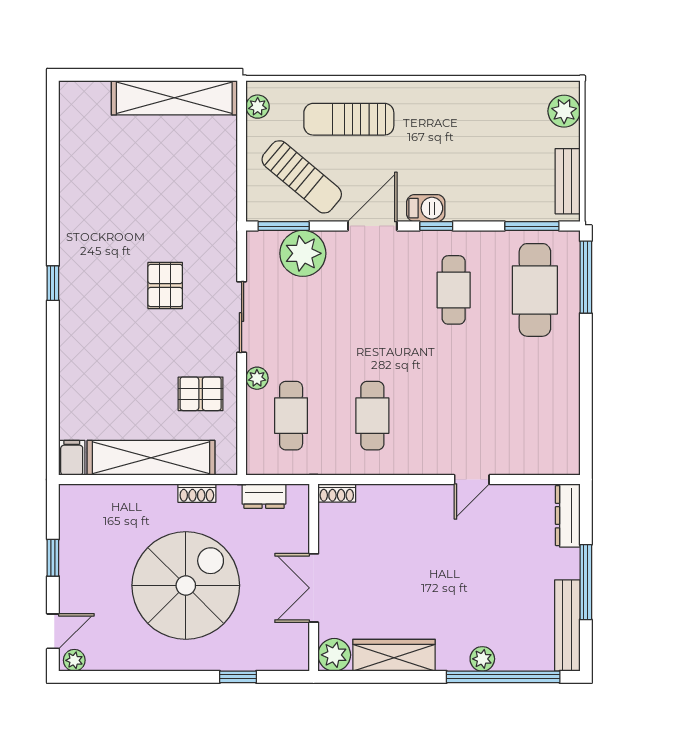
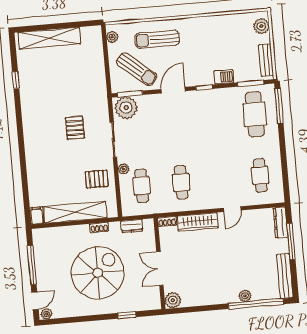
shelving: (174, 98) -> (49, 38), moved
barbecue: (426, 208) -> (224, 77), moved
plant: (303, 253) -> (126, 108), moved
window: (53, 283) -> (16, 80), moved
cafe table: (454, 290) -> (260, 175), moved
window: (53, 558) -> (32, 265), width x2.17
window: (586, 582) -> (291, 241), moved
wardrobe: (394, 655) -> (198, 222), moved, turned 180

